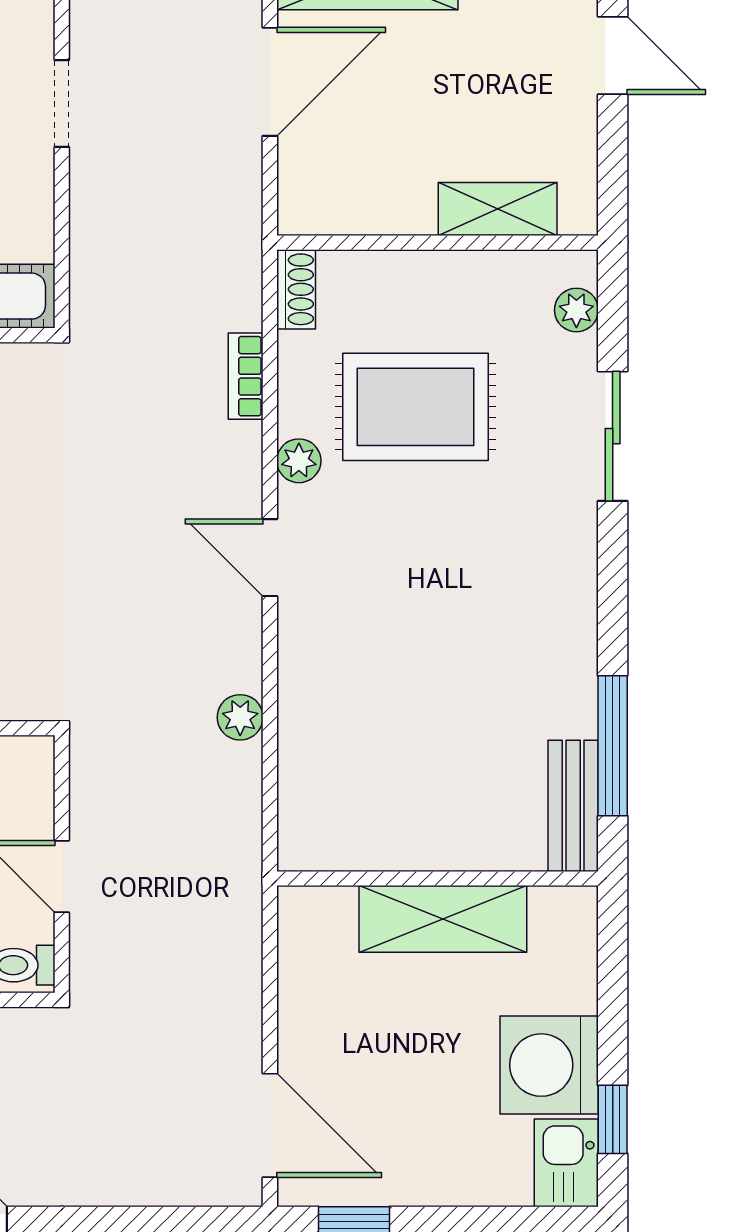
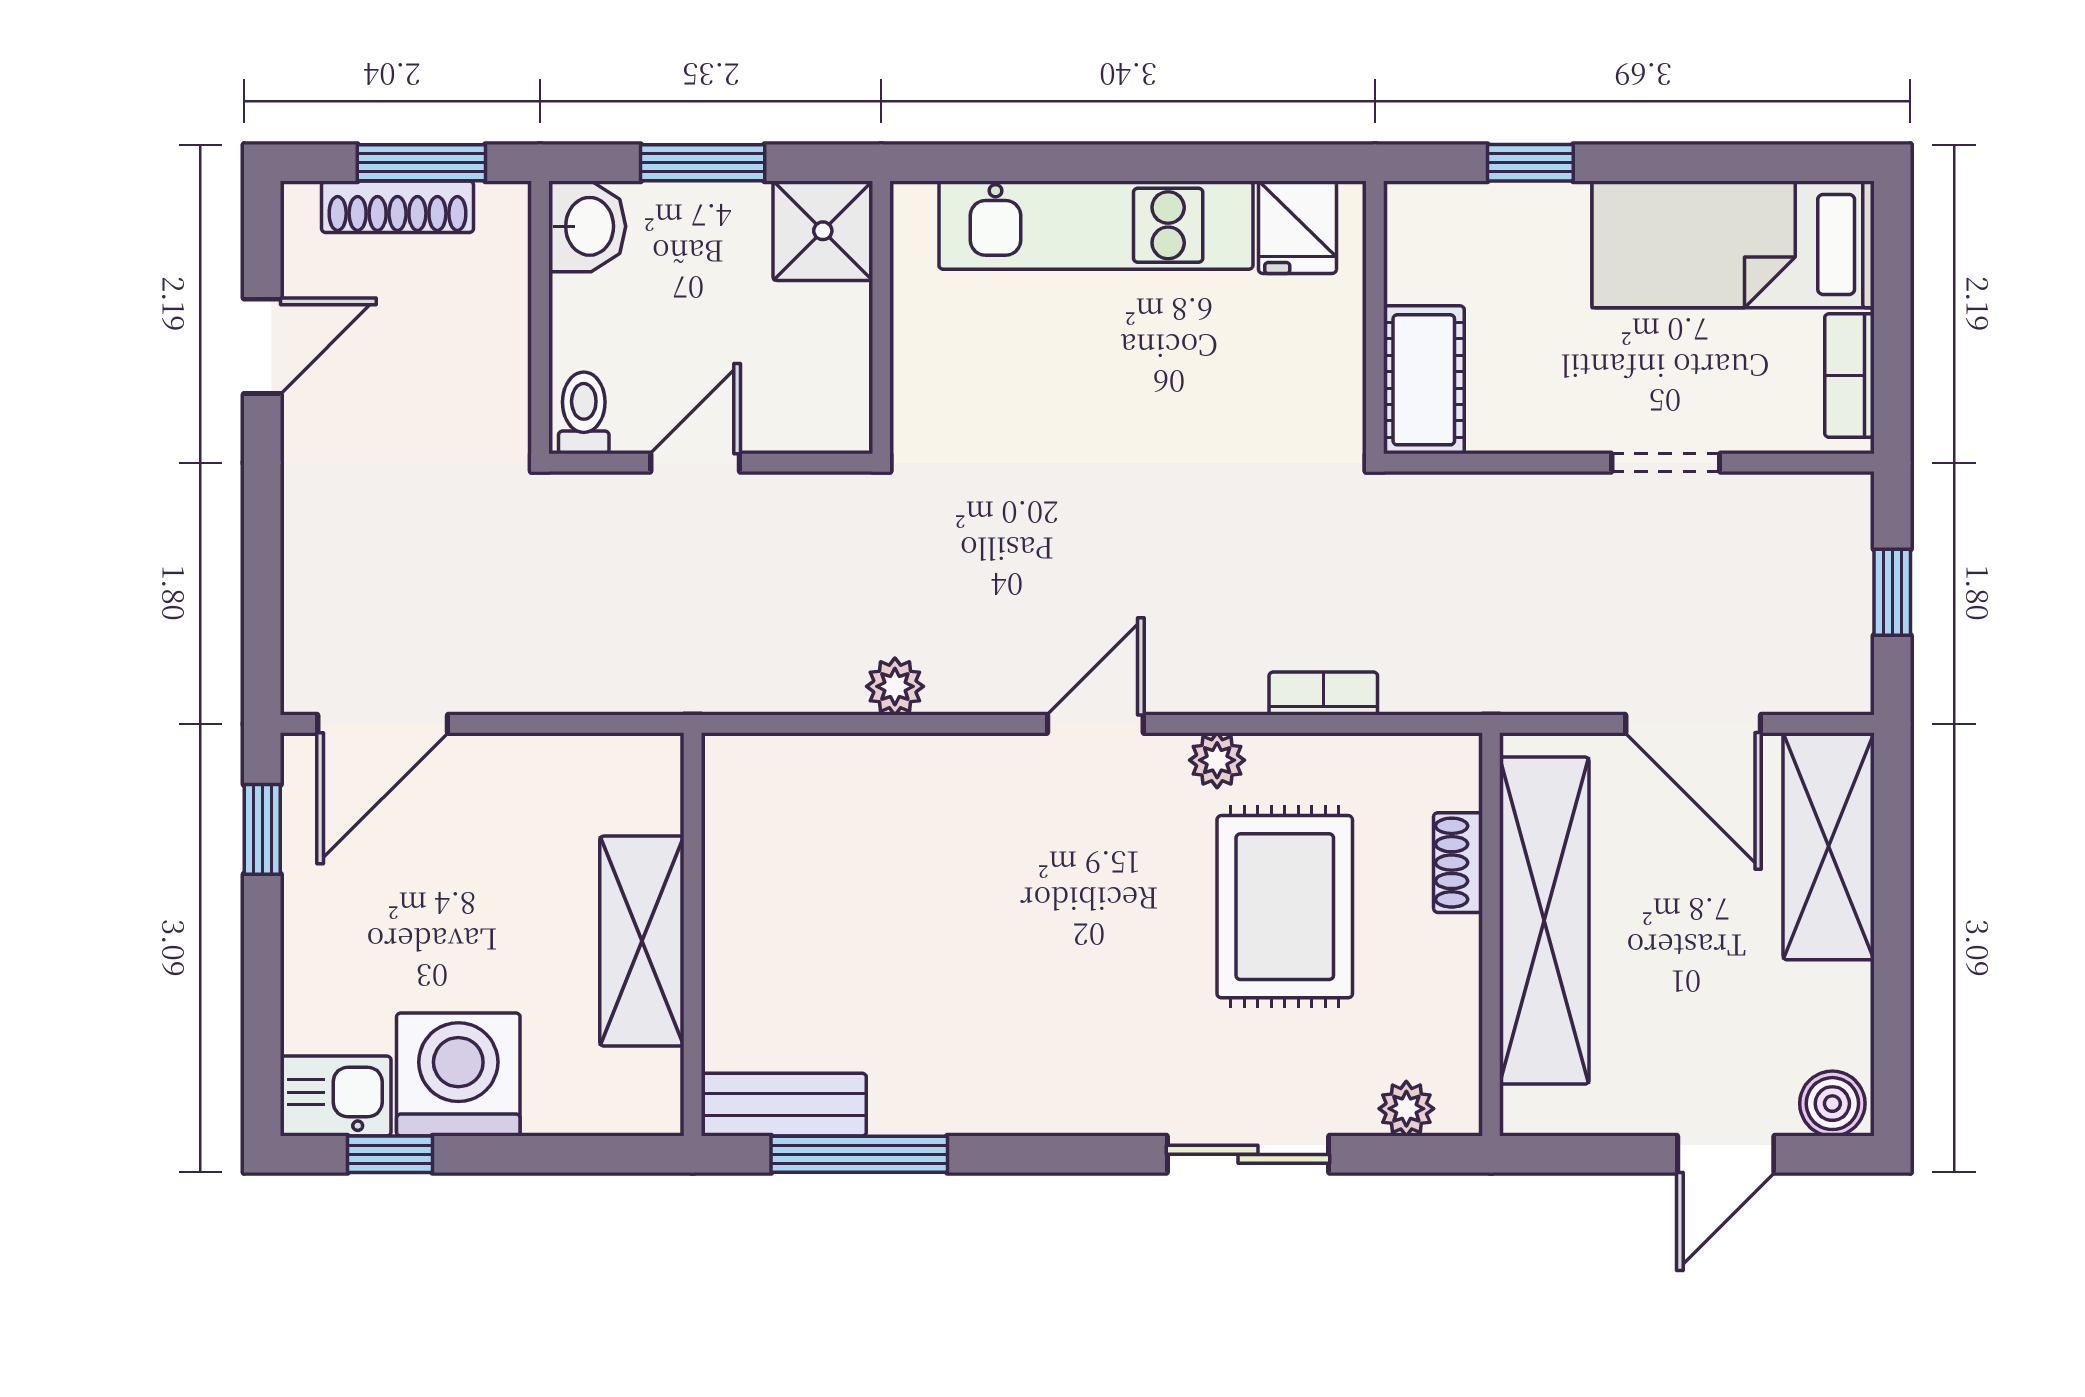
shelving: (498, 209) -> (1544, 921), width x2.20, depth x1.33
shoe rack: (296, 289) -> (1458, 863), moved, turned 90

